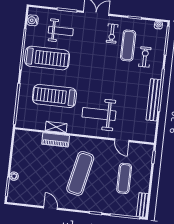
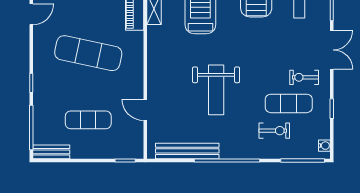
bench: (154, 100) -> (187, 151), moved
weight bench: (99, 114) -> (216, 90), moved, turned 180
door: (122, 140) -> (145, 110), hinge flipped

